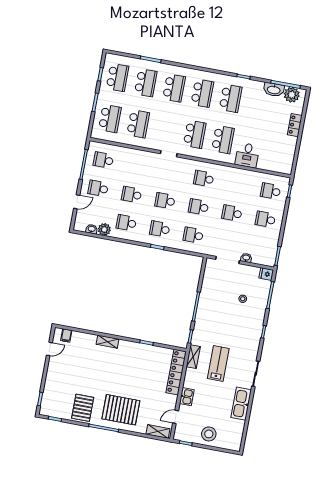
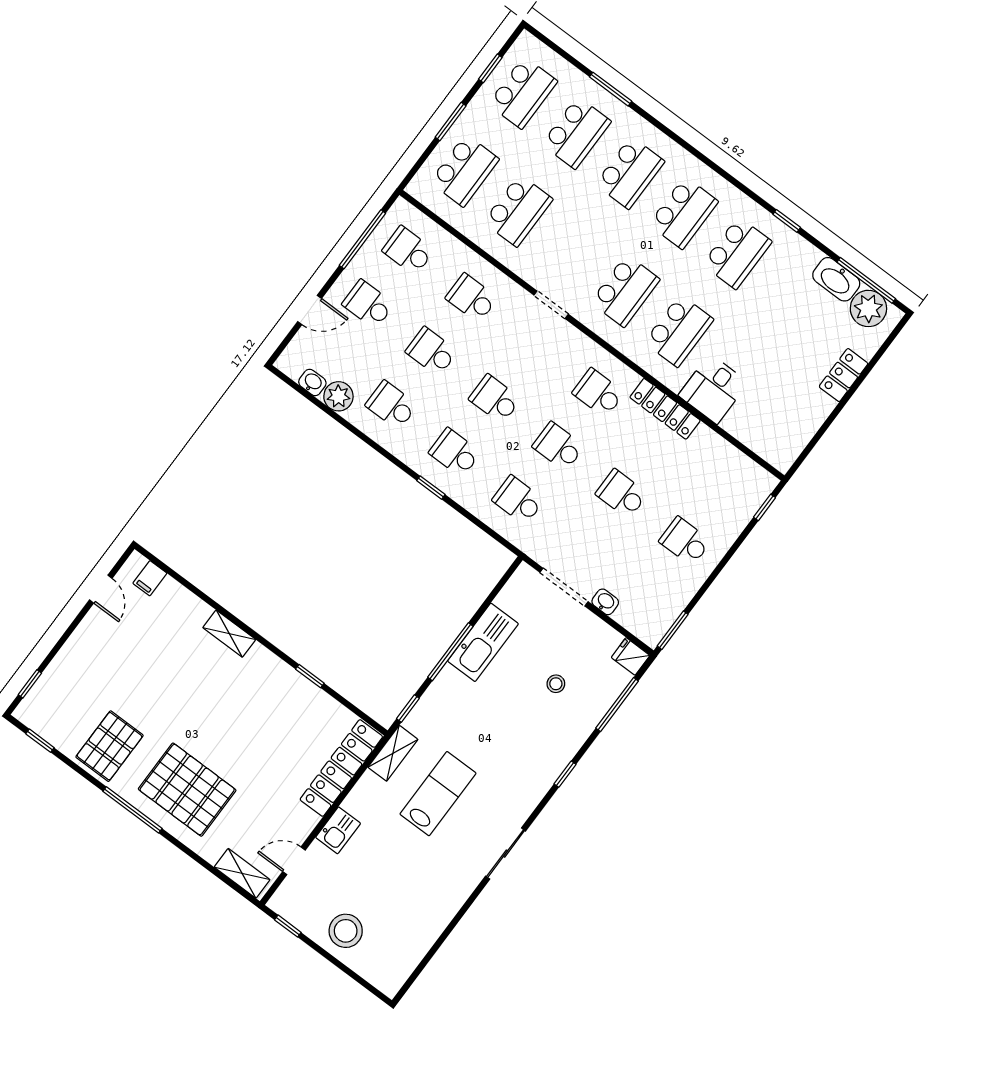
locker: (232, 172) -> (665, 409), added
school desk: (271, 191) -> (472, 298), moved
door: (49, 349) -> (101, 589), hinge flipped
kitchen sink: (241, 404) -> (483, 642), moved, turned 180

